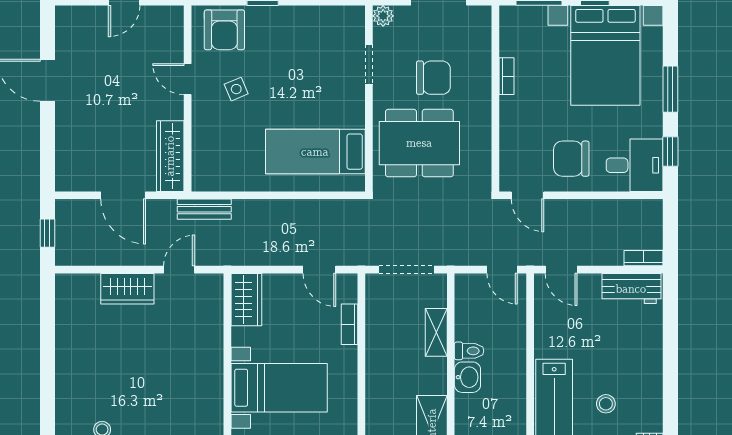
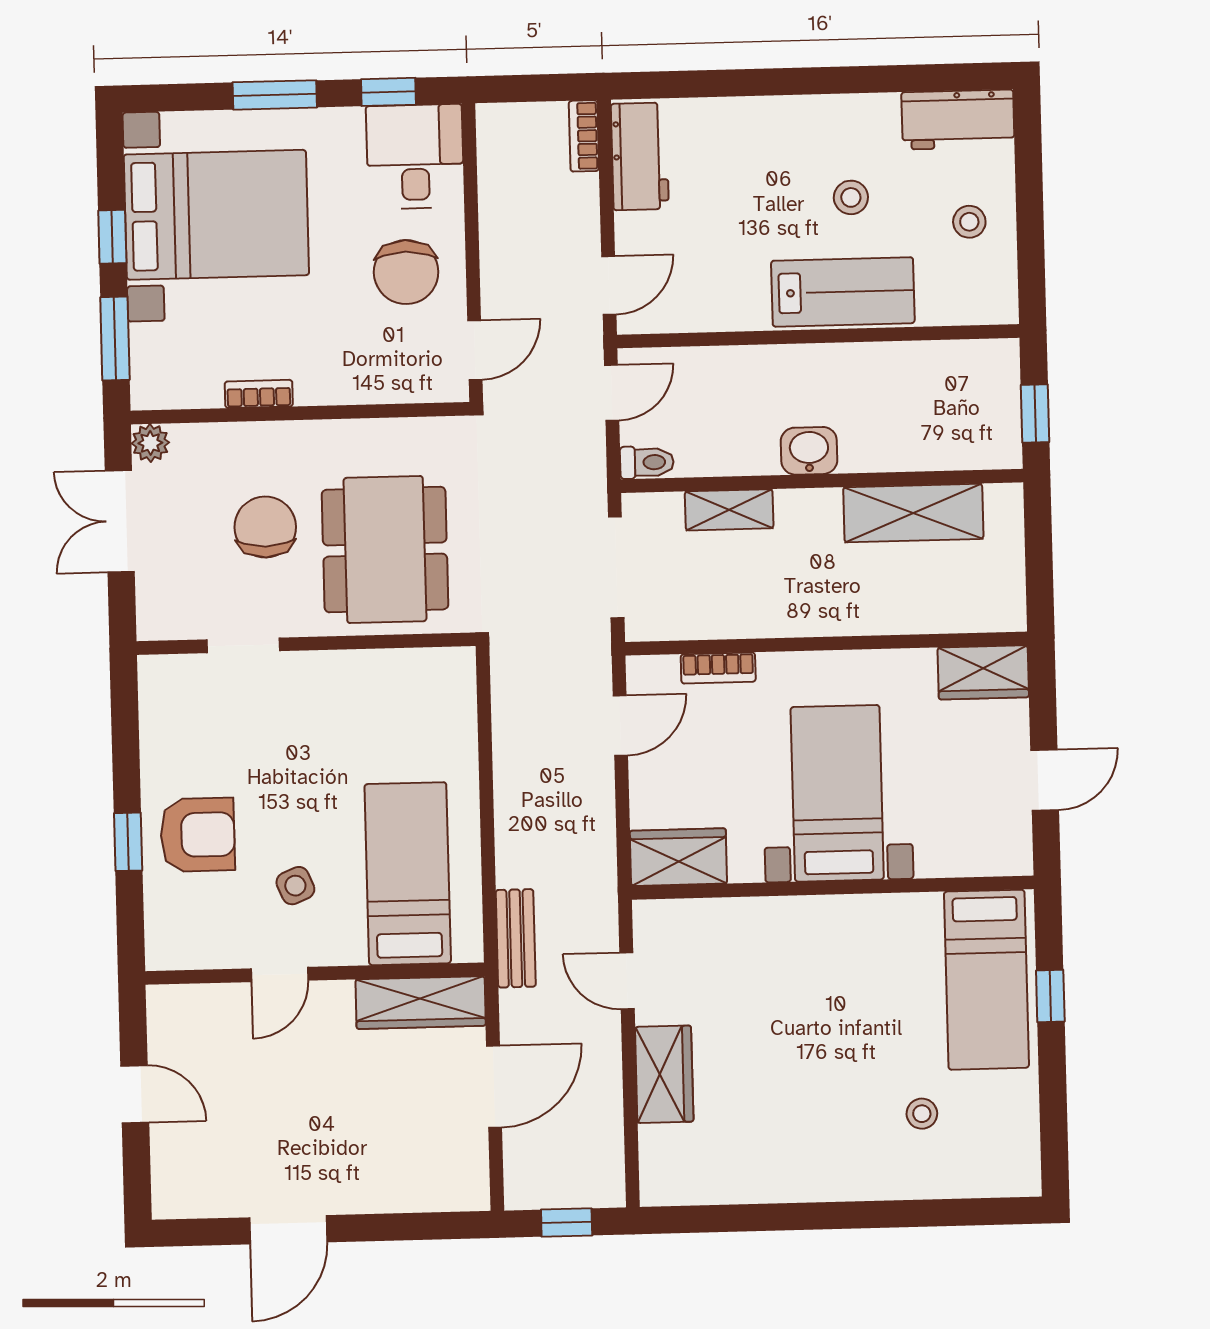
plant: (383, 16) -> (150, 443), moved
armchair: (224, 30) -> (198, 835), moved
bed: (315, 152) -> (408, 874), moved, turned 180
toilet: (469, 351) -> (647, 462), moved, turned 90

